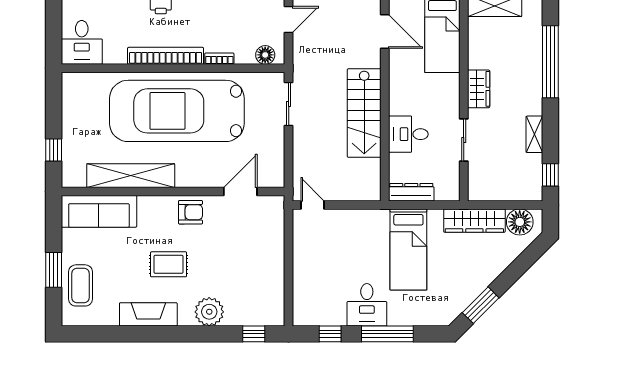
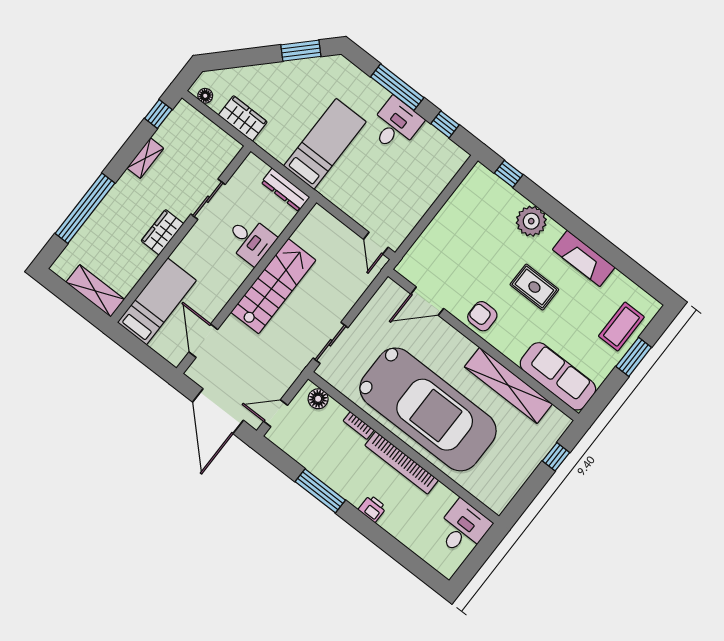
wardrobe: (474, 221) -> (243, 119), width x0.67
floor lamp: (520, 222) -> (205, 96), width x0.53, depth x0.53

